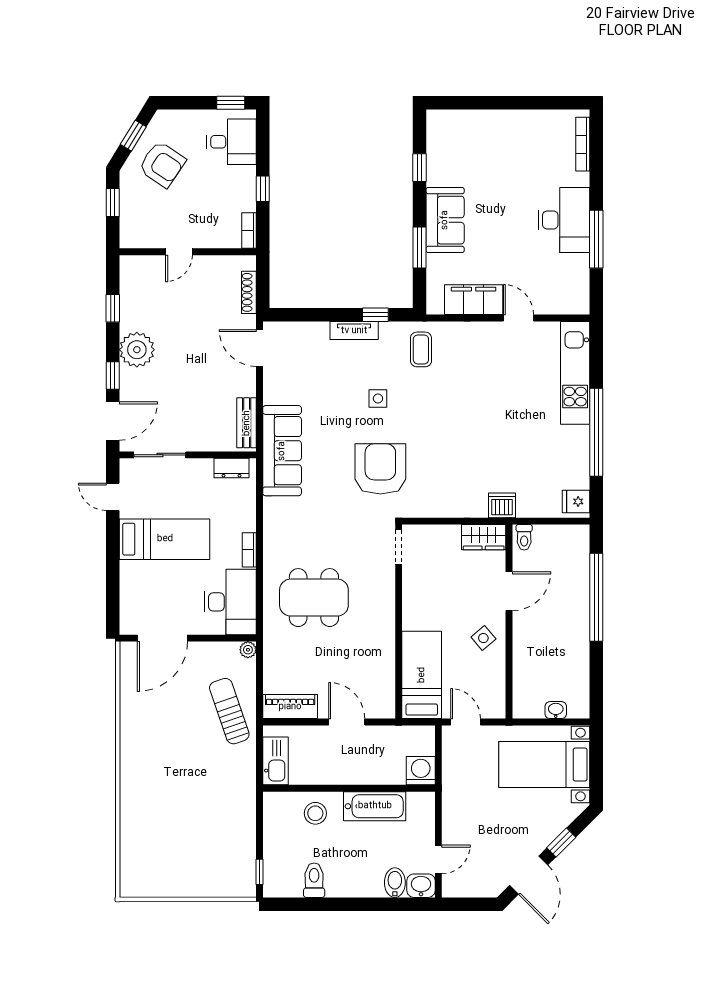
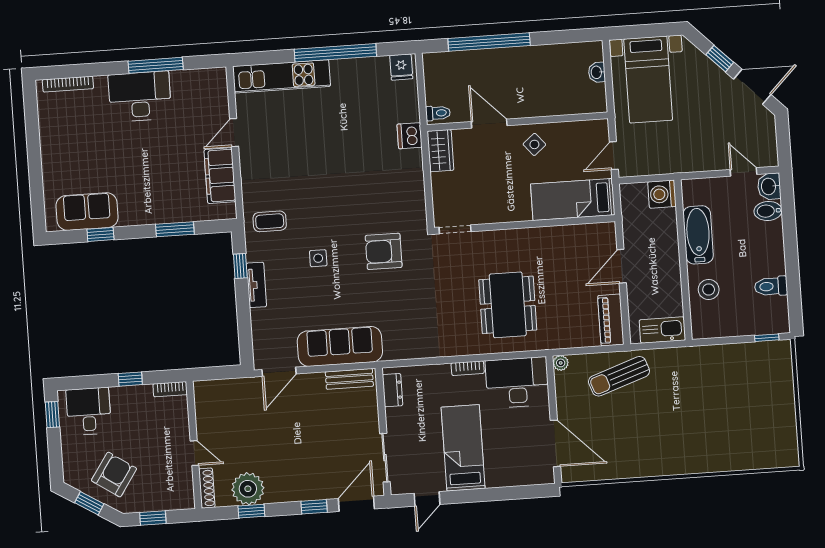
sofa: (445, 220) -> (87, 212), moved
shoe rack: (249, 292) -> (207, 488), moved, turned -90
plant: (137, 350) -> (248, 489), moved
door: (113, 421) -> (356, 504), hinge flipped
sofa: (282, 451) -> (340, 346), moved
armchair: (380, 469) -> (384, 251), width x0.73, depth x0.73

